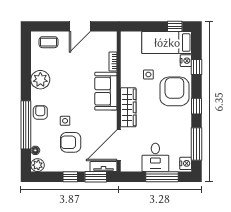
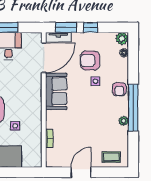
plant: (40, 80) -> (123, 121), width x0.53, depth x0.53
sofa: (106, 91) -> (56, 91), moved
wardrobe: (128, 107) -> (35, 94), removed
window: (26, 125) -> (133, 108), moved
armchair: (71, 142) -> (90, 61), turned 180

